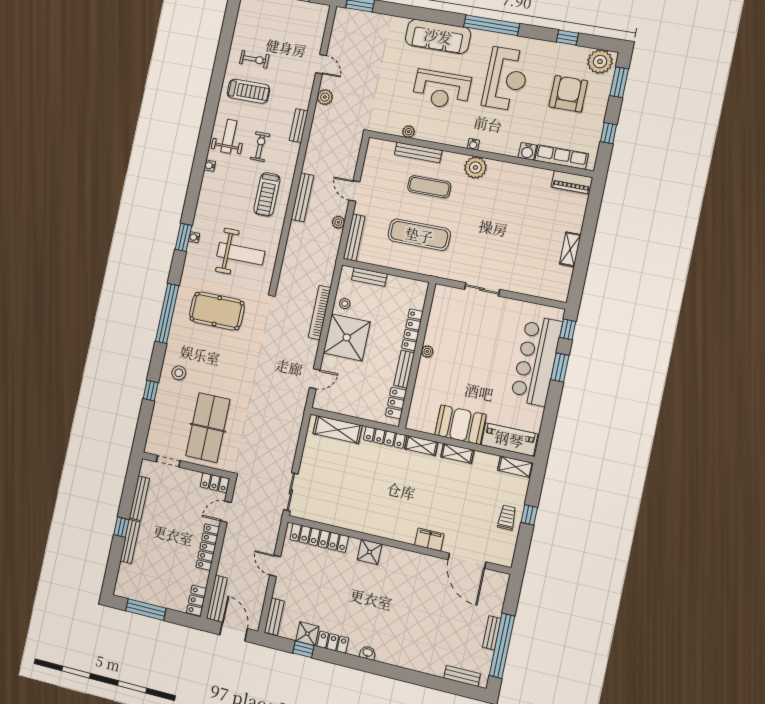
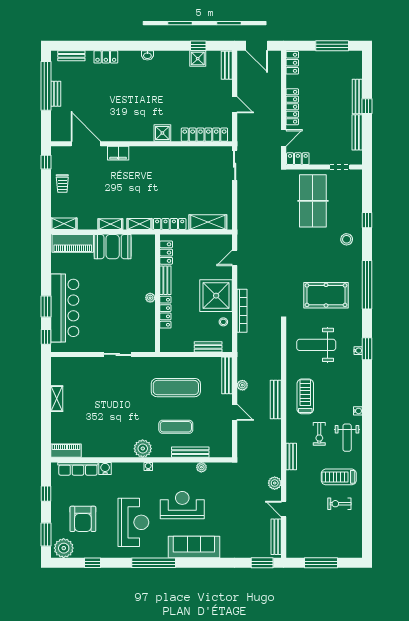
reception desk: (506, 79) -> (133, 522), turned 180
window: (529, 515) -> (46, 162), moved
bench: (217, 598) -> (276, 537), moved
locker: (333, 642) -> (106, 57), moved

